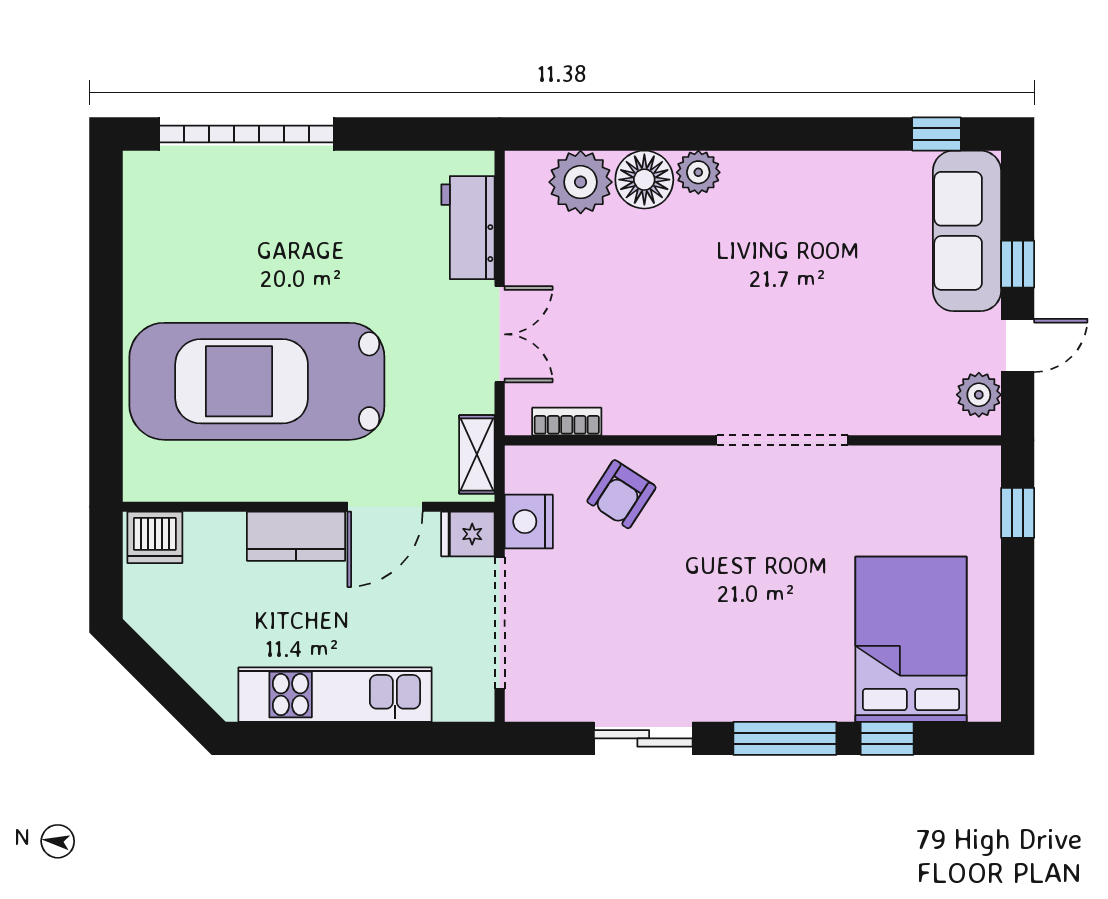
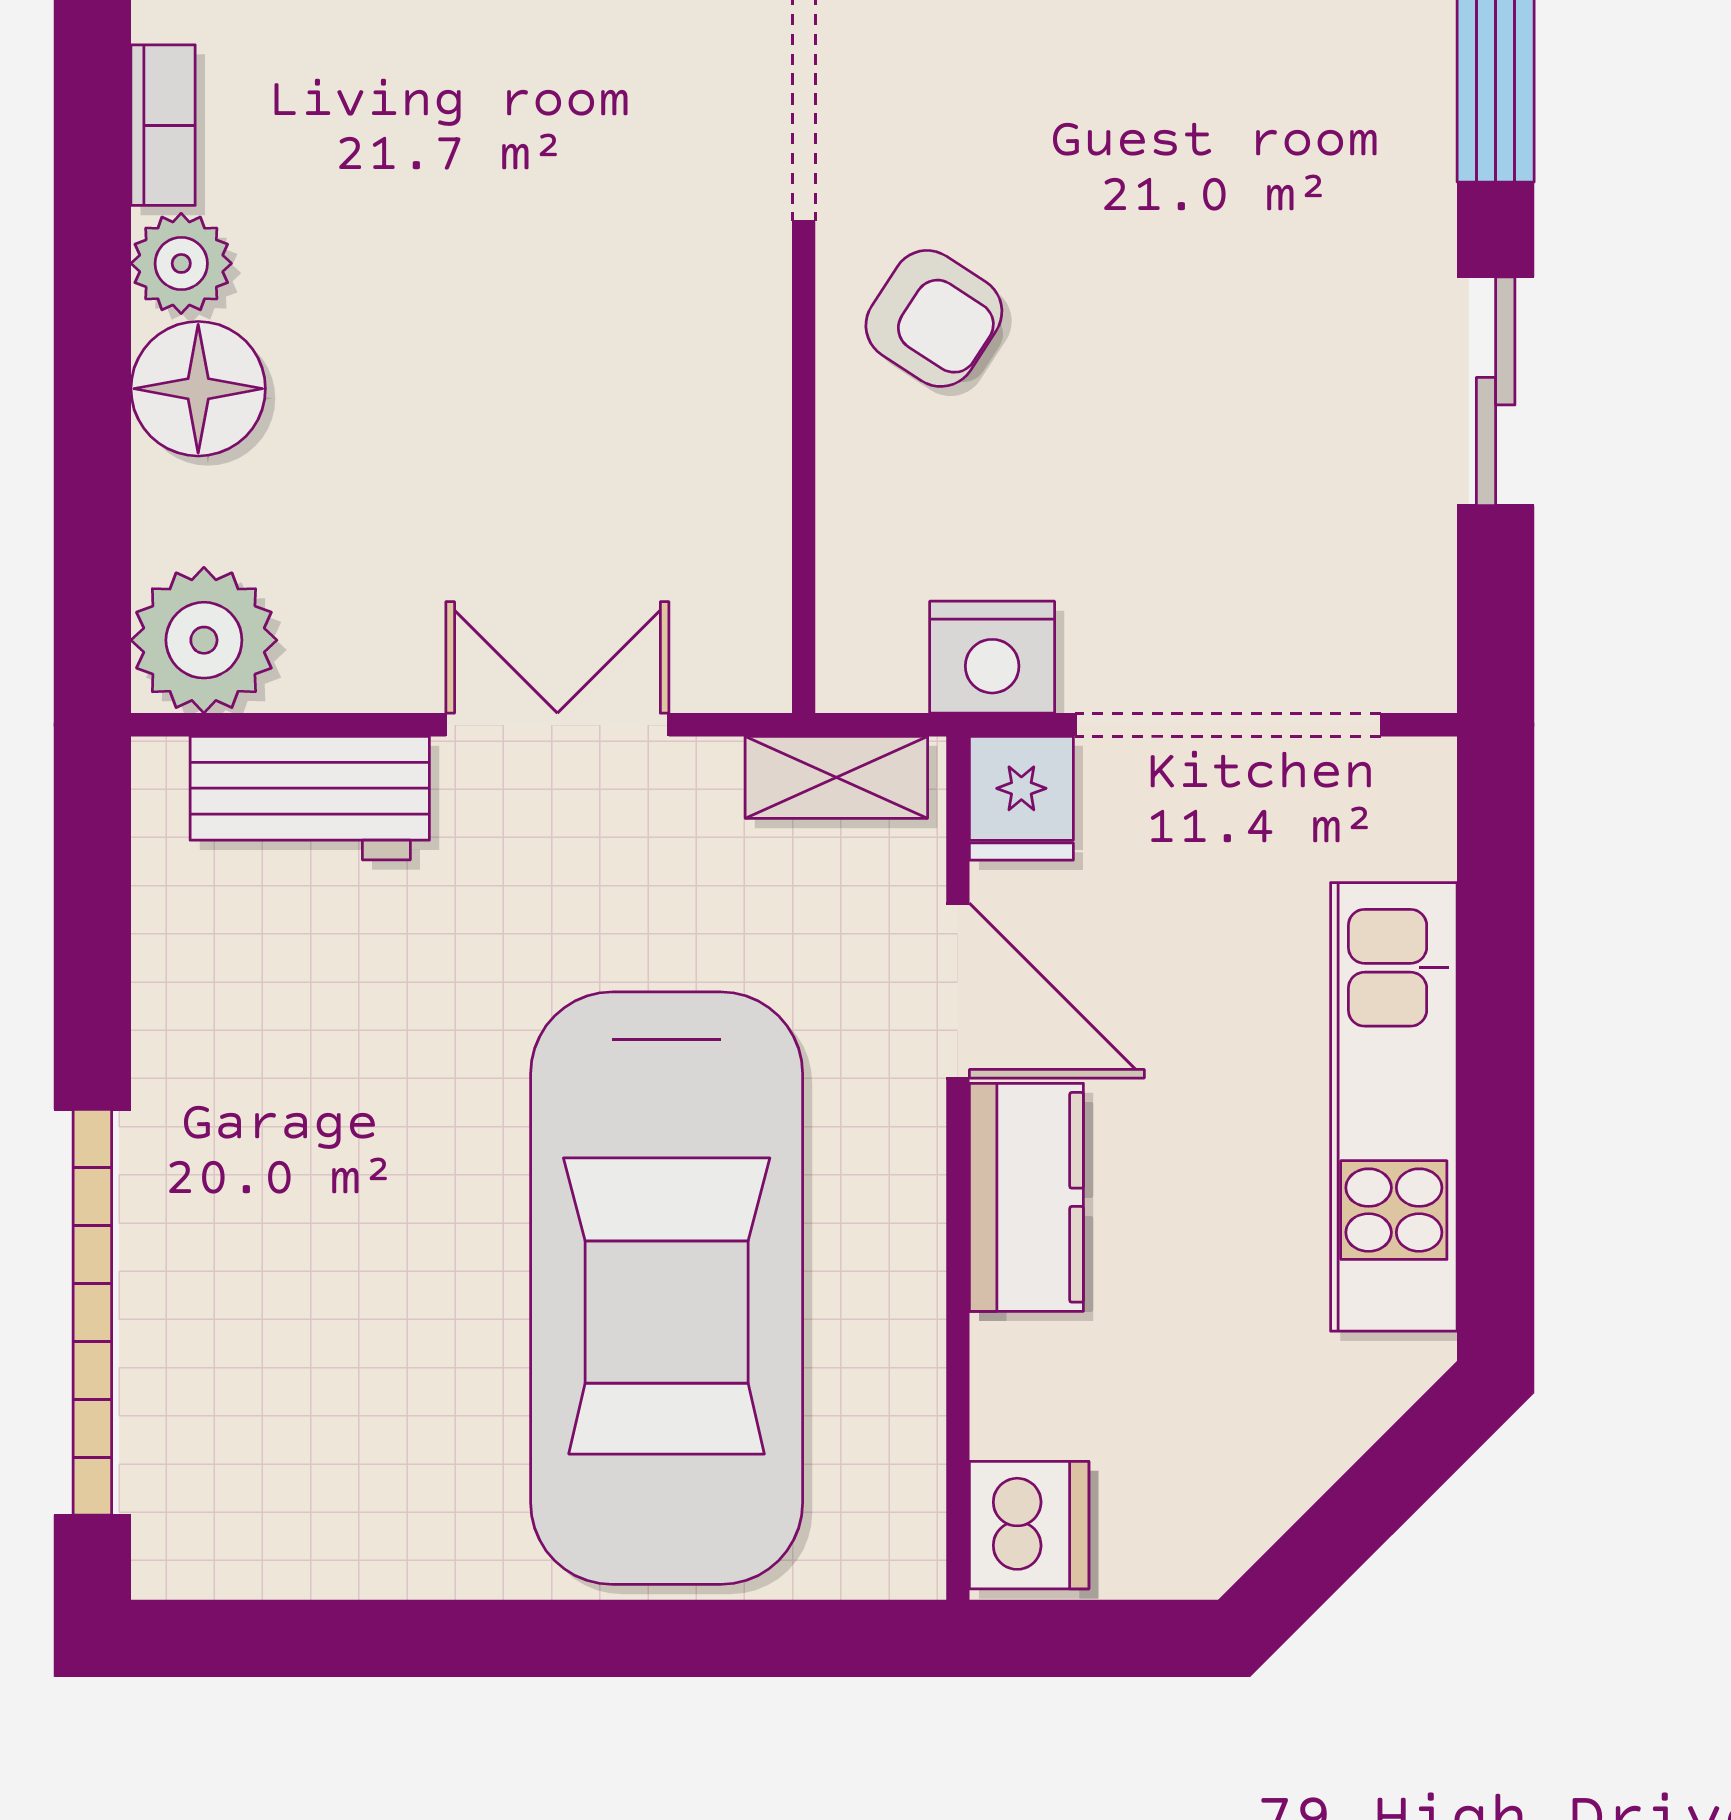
plant: (581, 182) -> (204, 640), moved
bookcase: (567, 422) -> (163, 125), moved, turned 180
armchair: (621, 494) -> (934, 318), moved

